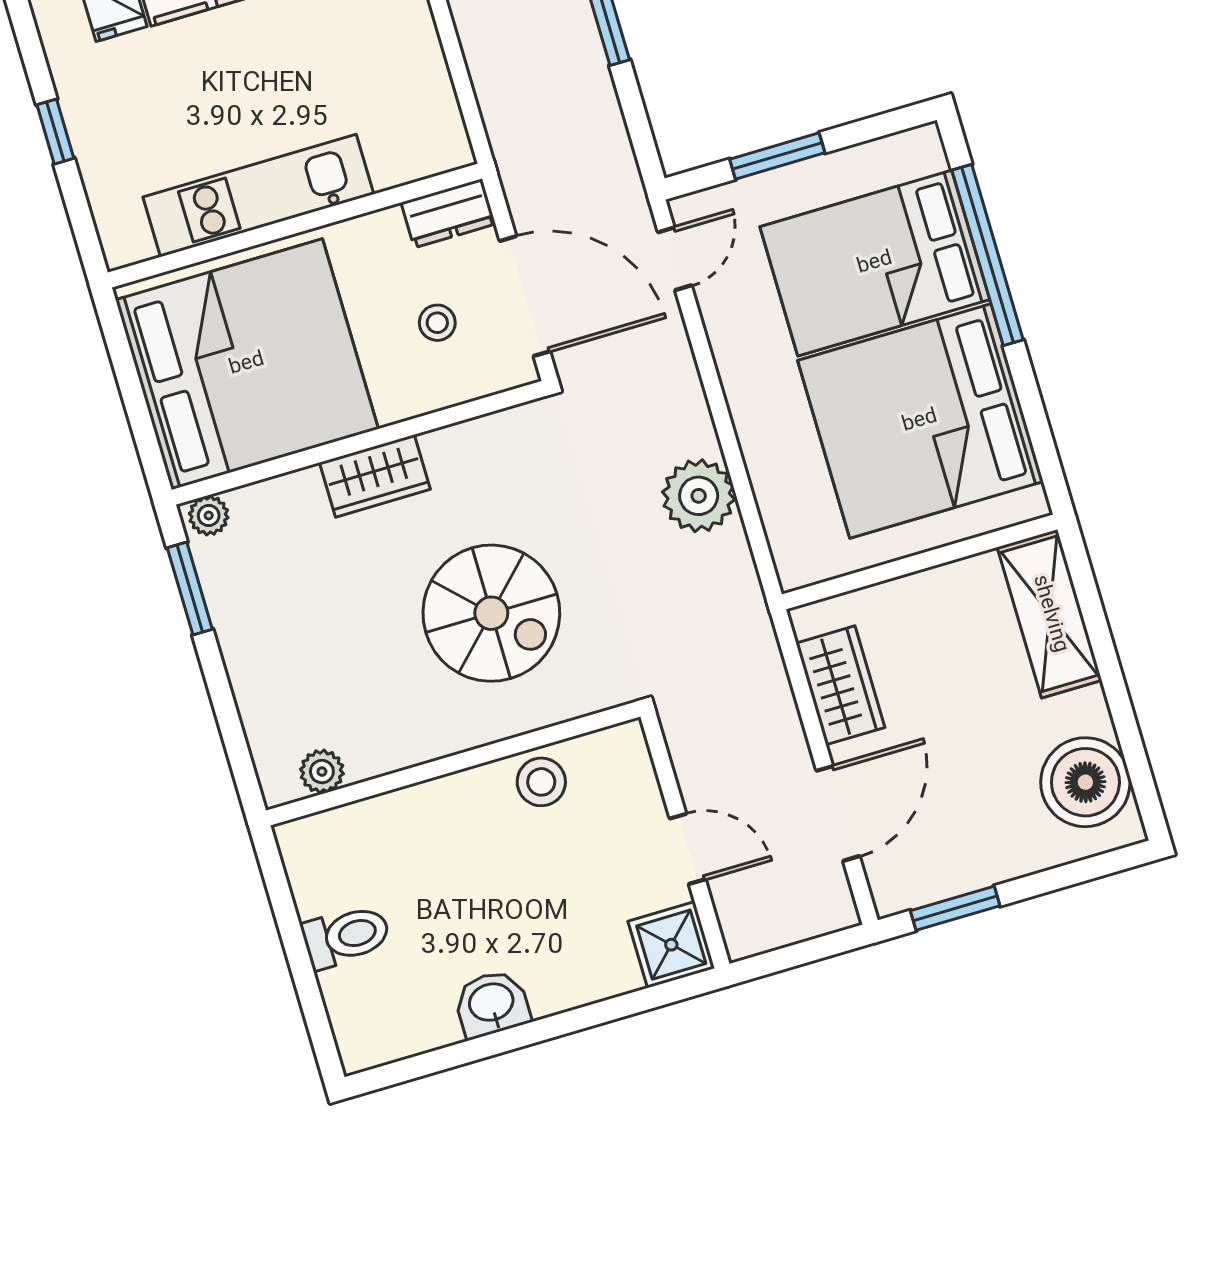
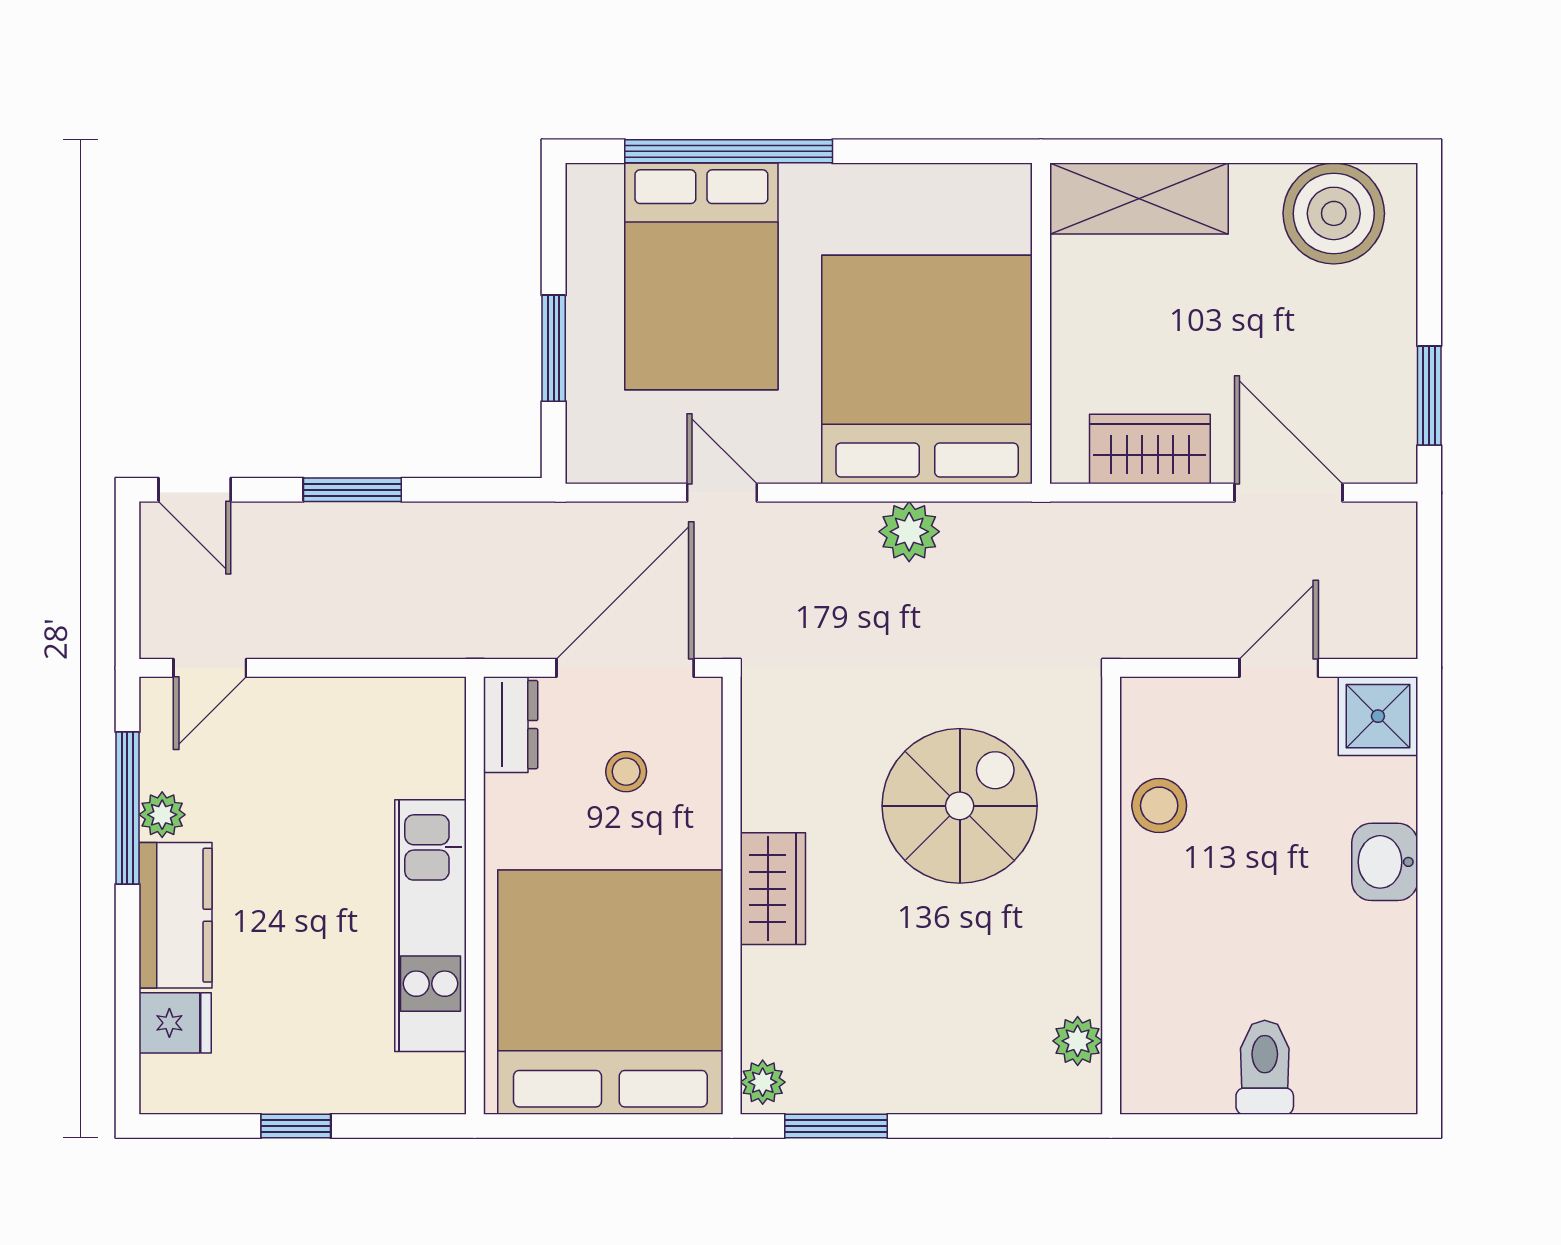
door: (675, 259) -> (722, 493), moved
bed: (920, 421) -> (927, 370), moved, turned 180
plant: (699, 496) -> (909, 532), width x0.73, depth x0.73
washbasin: (492, 1004) -> (1385, 862), moved

